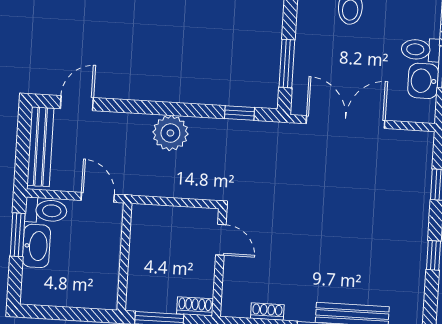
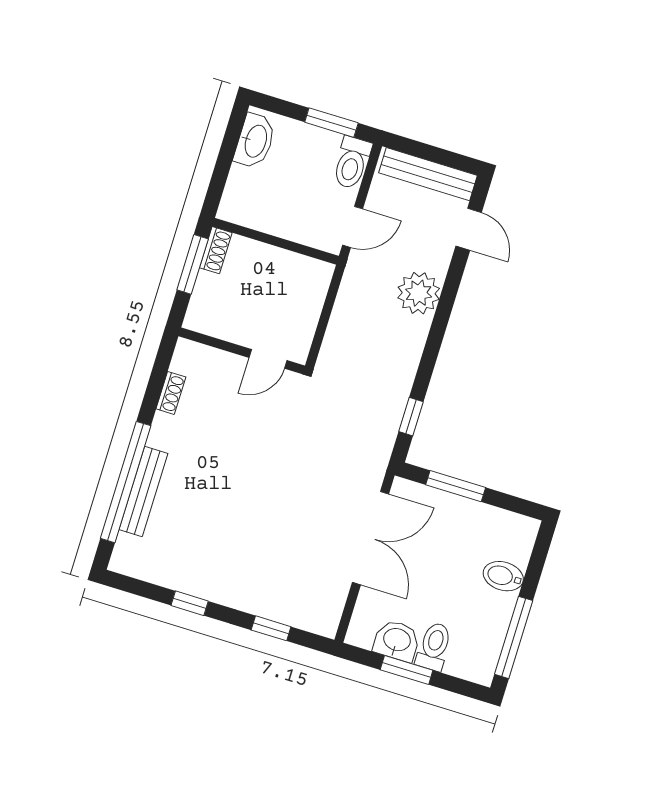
plant: (170, 133) -> (419, 293), moved
washbasin: (36, 246) -> (255, 141), moved, turned -90
shoe rack: (195, 306) -> (216, 250), moved

